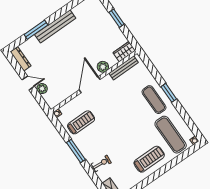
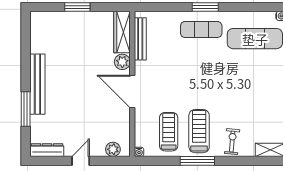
wardrobe: (124, 52) -> (122, 32), width x1.50
plant: (42, 89) -> (113, 149), moved
treadmill: (149, 159) -> (199, 131), moved

